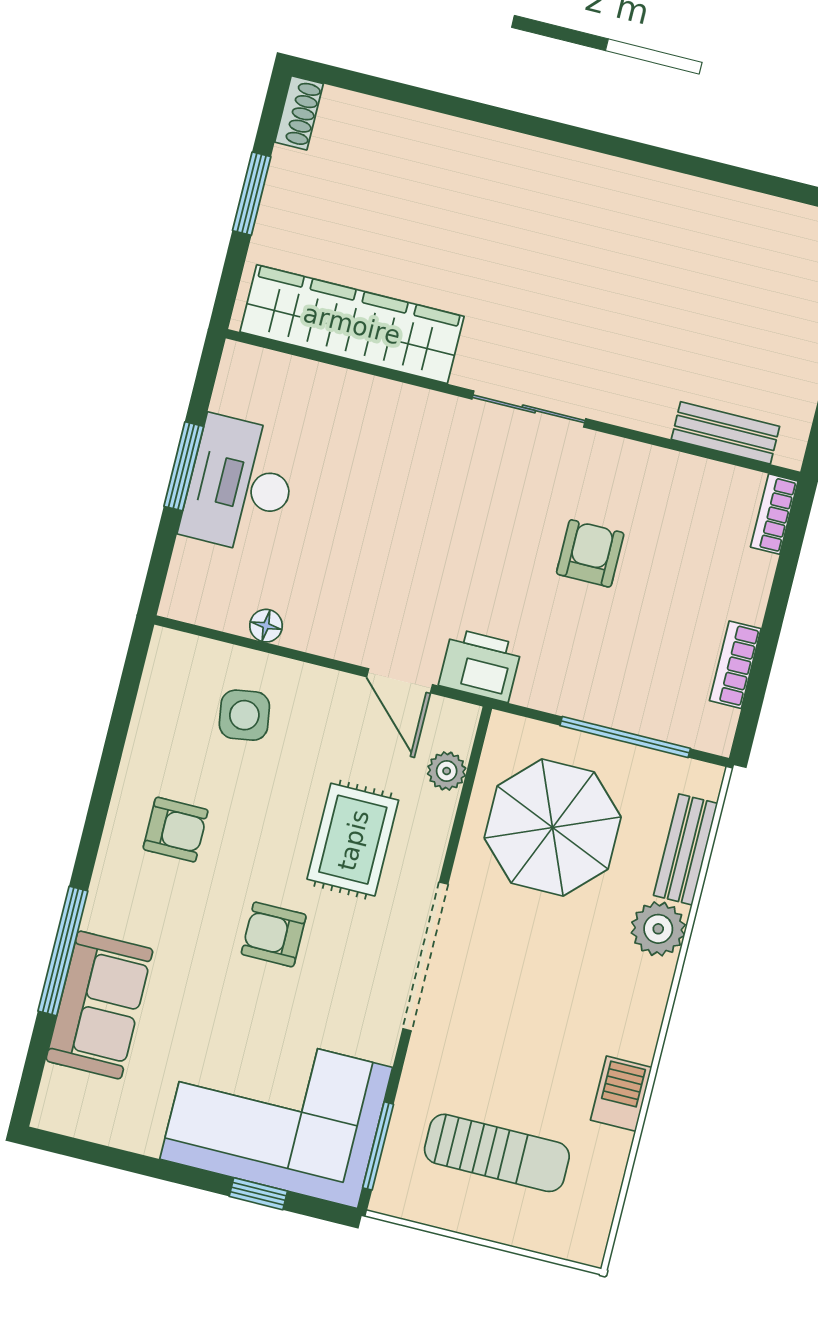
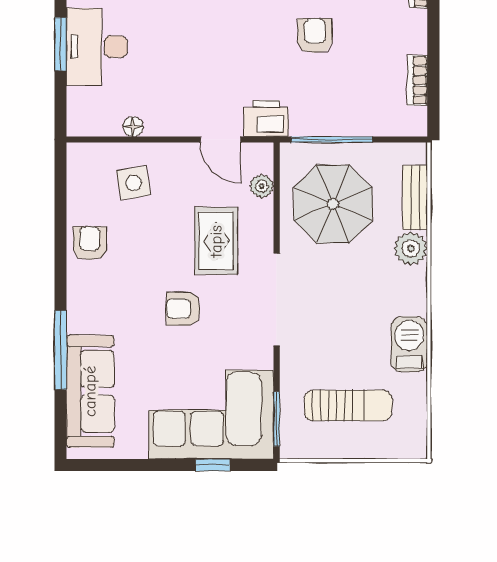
window: (625, 737) -> (332, 140), moved
armchair: (176, 830) -> (90, 243), moved, turned -90
sofa: (99, 1005) -> (90, 391), width x1.36
barbecue: (621, 1094) -> (409, 344), width x1.38, depth x1.27

